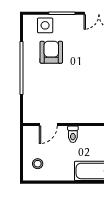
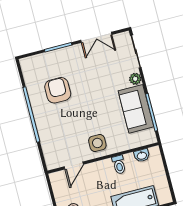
side table: (45, 25) -> (97, 143), moved
toilet: (73, 134) -> (119, 165), moved

